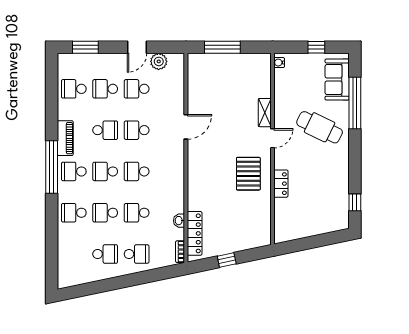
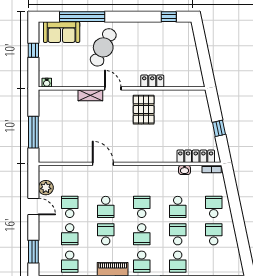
school desk: (137, 89) -> (70, 207), turned 180
school desk: (137, 171) -> (142, 207), turned 180
pallet: (248, 174) -> (144, 110), turned 90
school desk: (105, 213) -> (178, 234), turned 180

